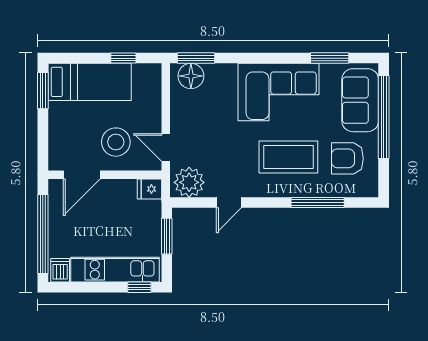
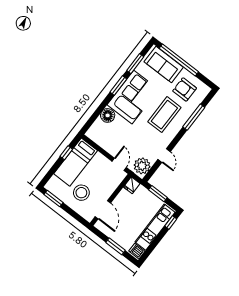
window: (196, 58) -> (118, 86), moved
floor lamp: (191, 76) -> (108, 115), moved
bed: (90, 82) -> (76, 162), moved, turned 180
stool: (116, 142) -> (81, 193), moved
door: (166, 147) -> (119, 164), swing flipped
armchair: (347, 158) -> (185, 89), turned 90
window: (43, 234) -> (116, 246), width x0.47

